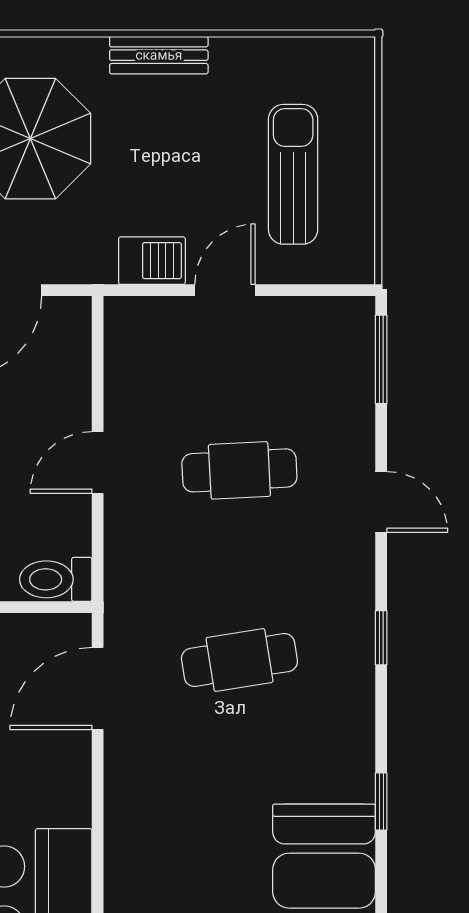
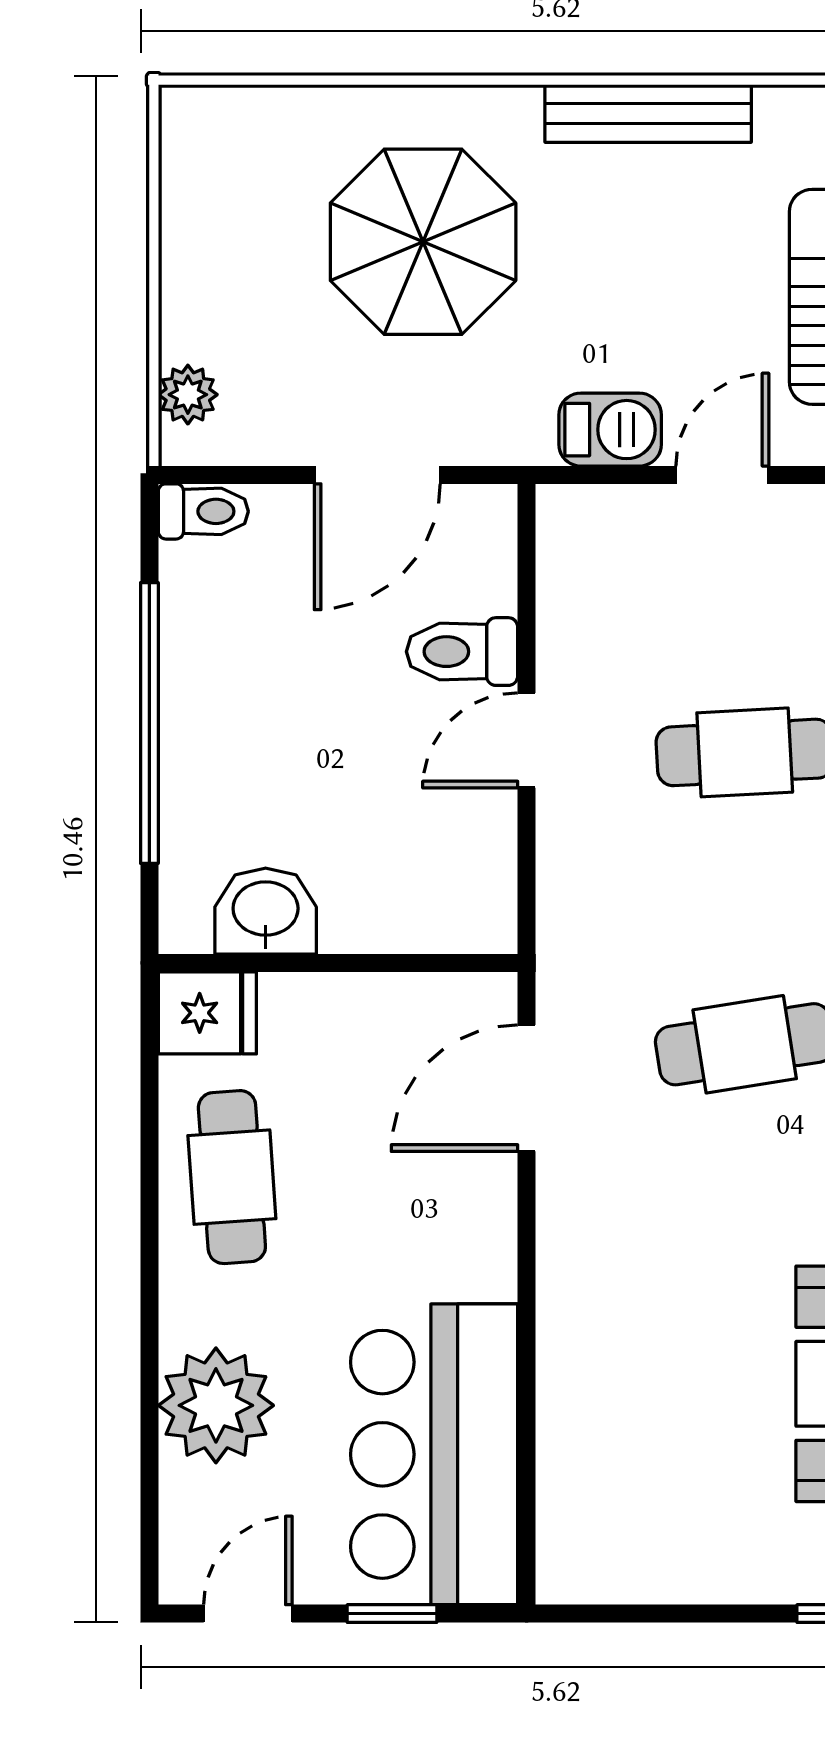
bench: (159, 55) -> (648, 113), width x1.36
toilet: (56, 579) -> (462, 652), moved

